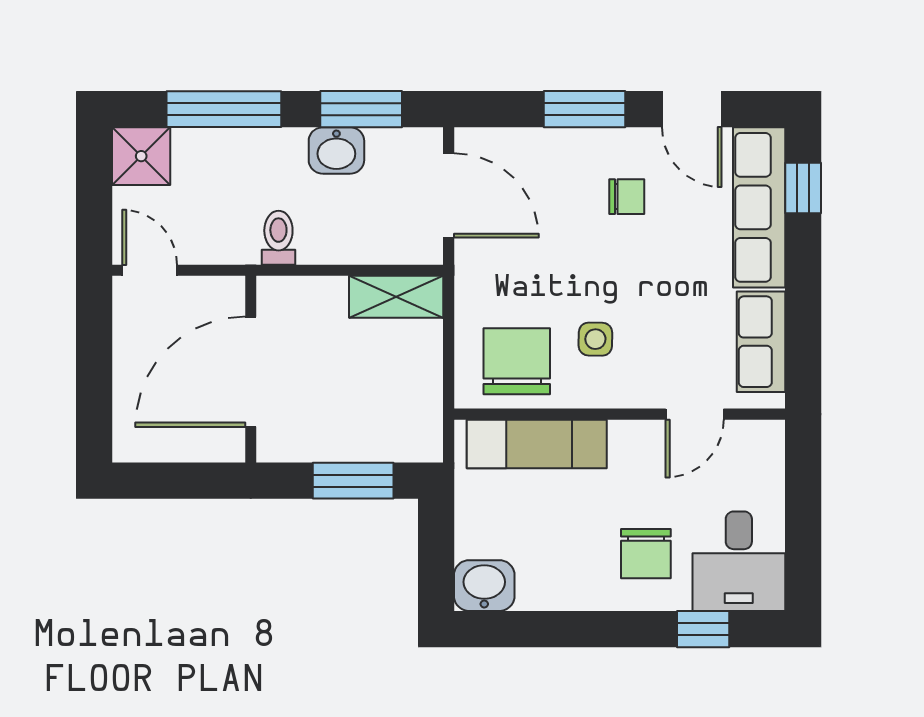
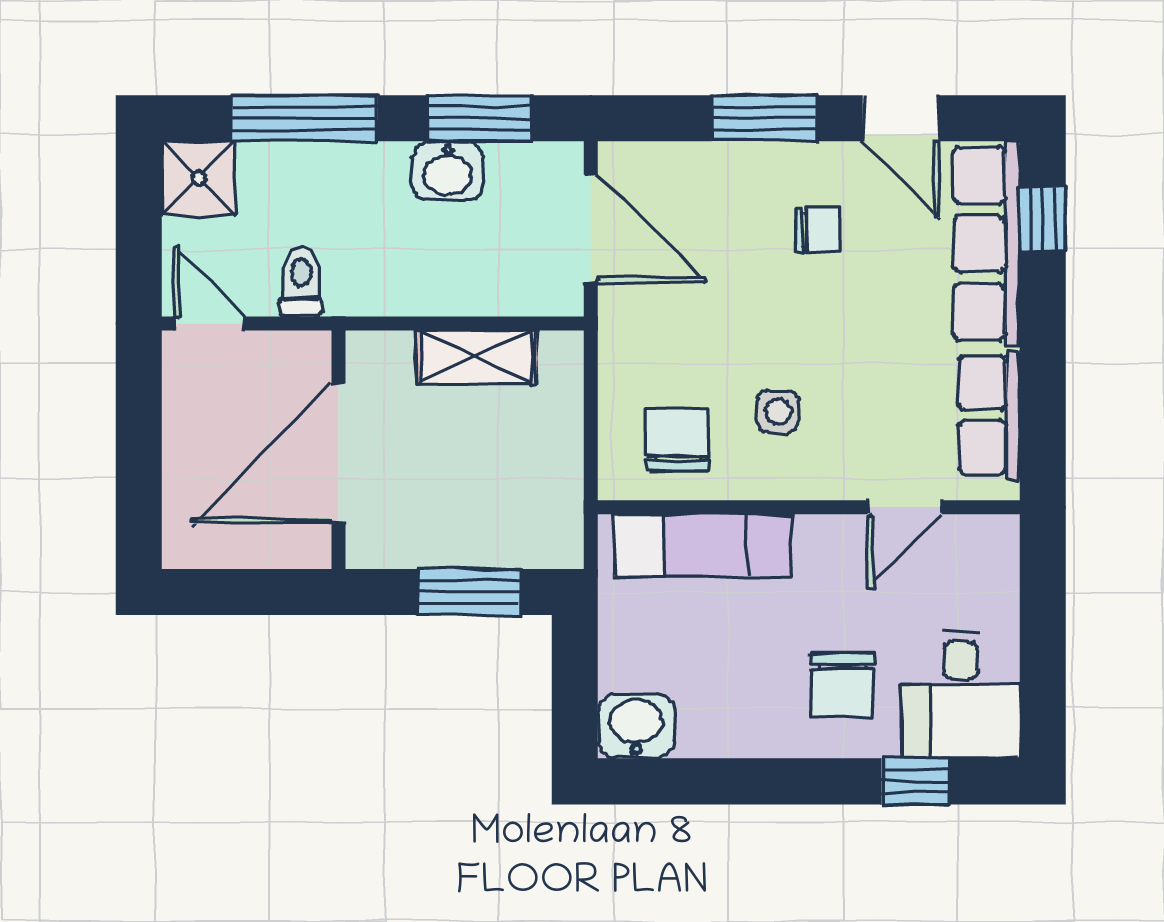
toilet: (278, 238) -> (301, 282), moved
shelving: (396, 297) -> (477, 357), moved
chair: (517, 361) -> (678, 440), width x0.73, depth x0.73

